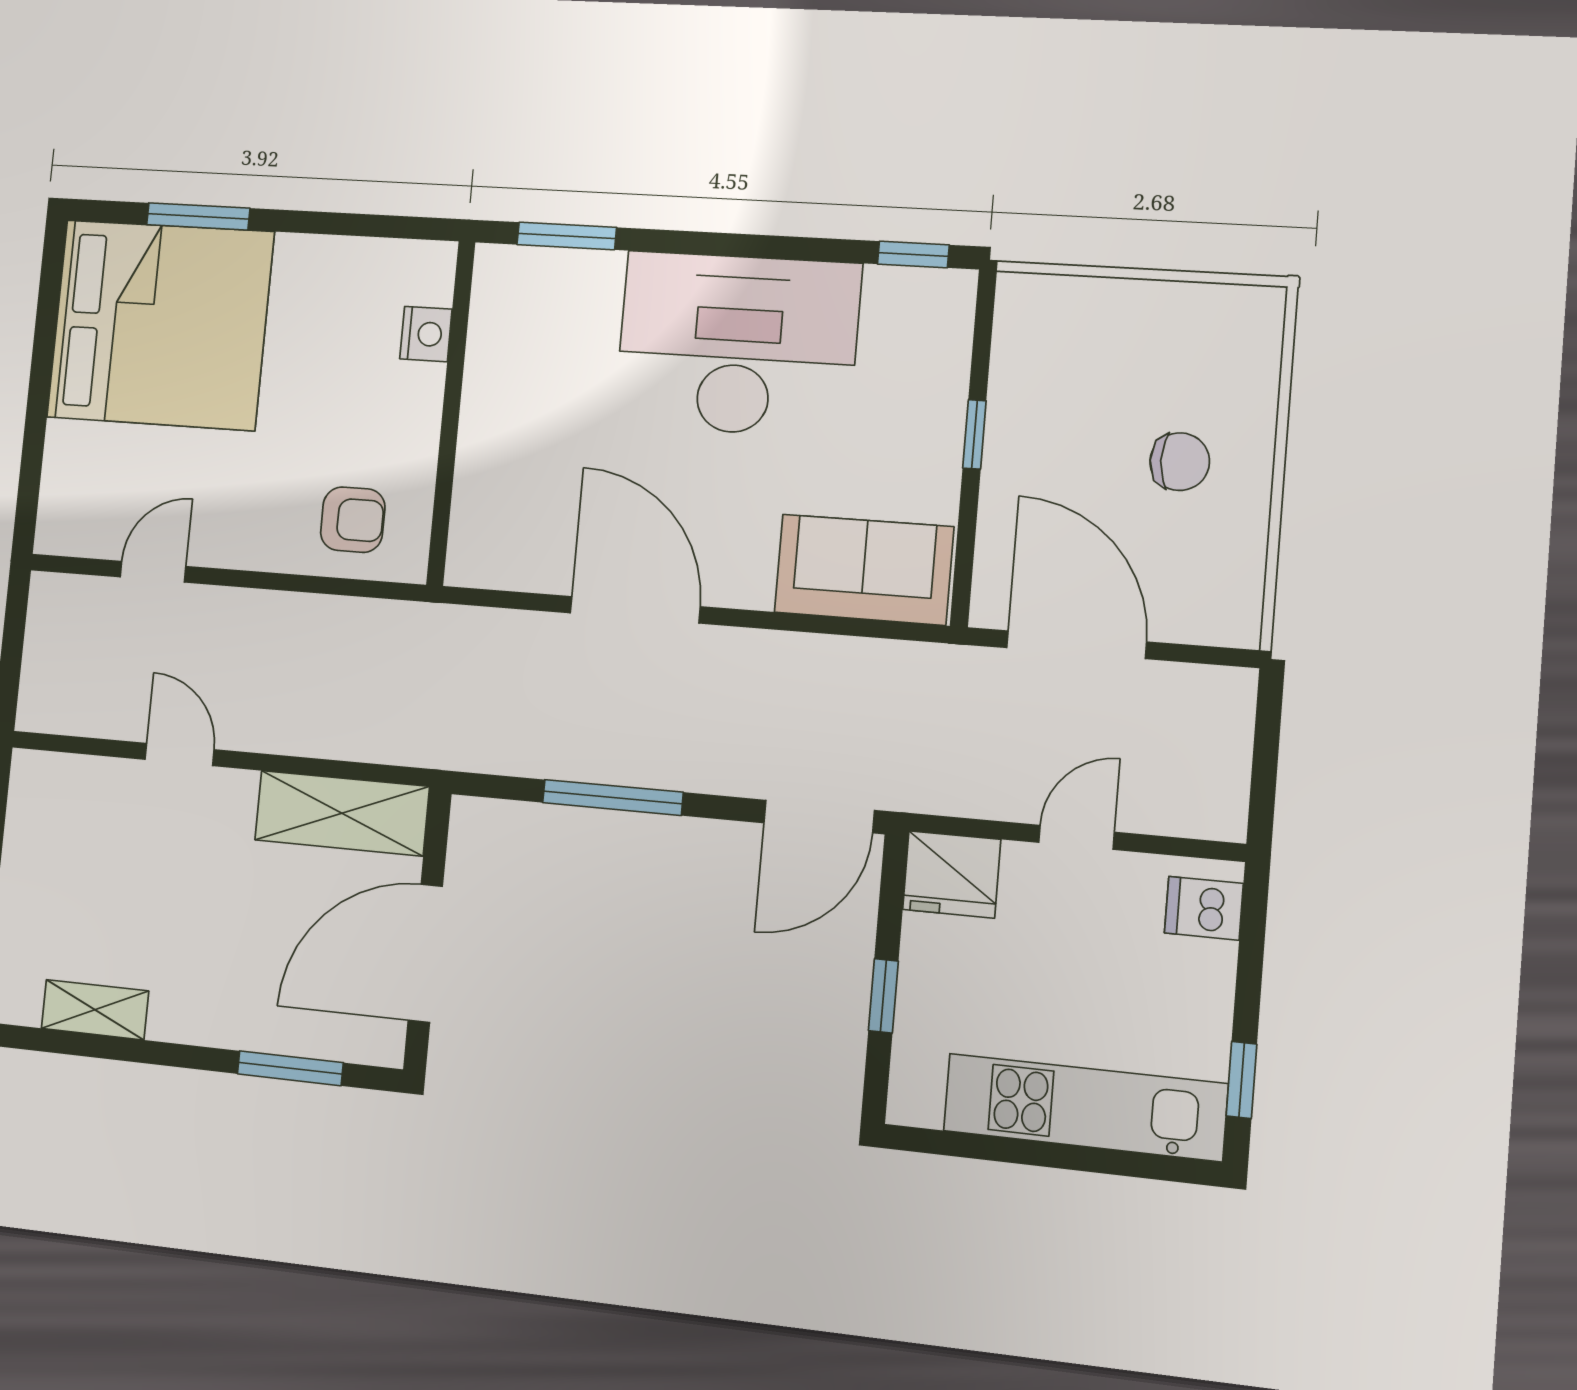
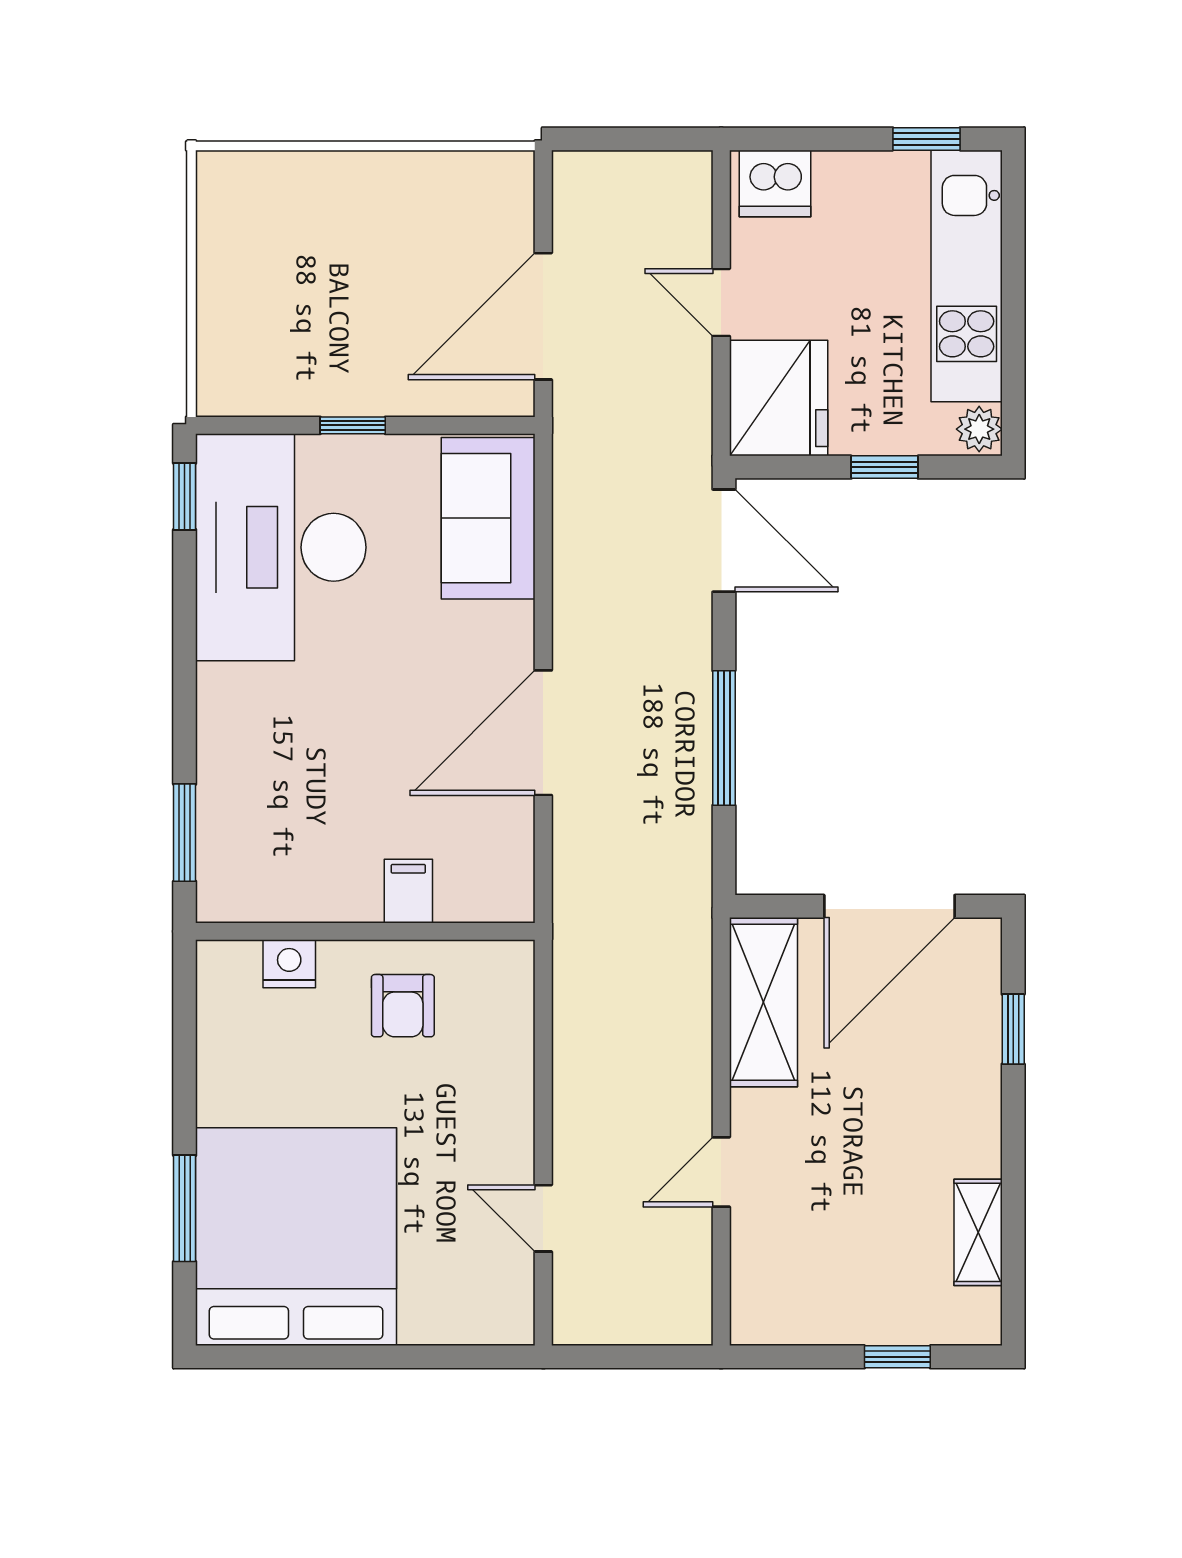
desk: (737, 344) -> (281, 547), moved
filing cabinet: (487, 459) -> (408, 891), added
chair: (1180, 462) -> (366, 235), removed
armchair: (353, 520) -> (403, 1006), moved, turned 180
fridge: (952, 874) -> (779, 398), width x1.36, depth x1.34
dishwasher: (1204, 908) -> (775, 183), width x1.38
door: (425, 953) -> (889, 906), hinge flipped
window: (290, 1068) -> (1013, 1029), width x0.67
plant: (916, 1103) -> (979, 429), added

